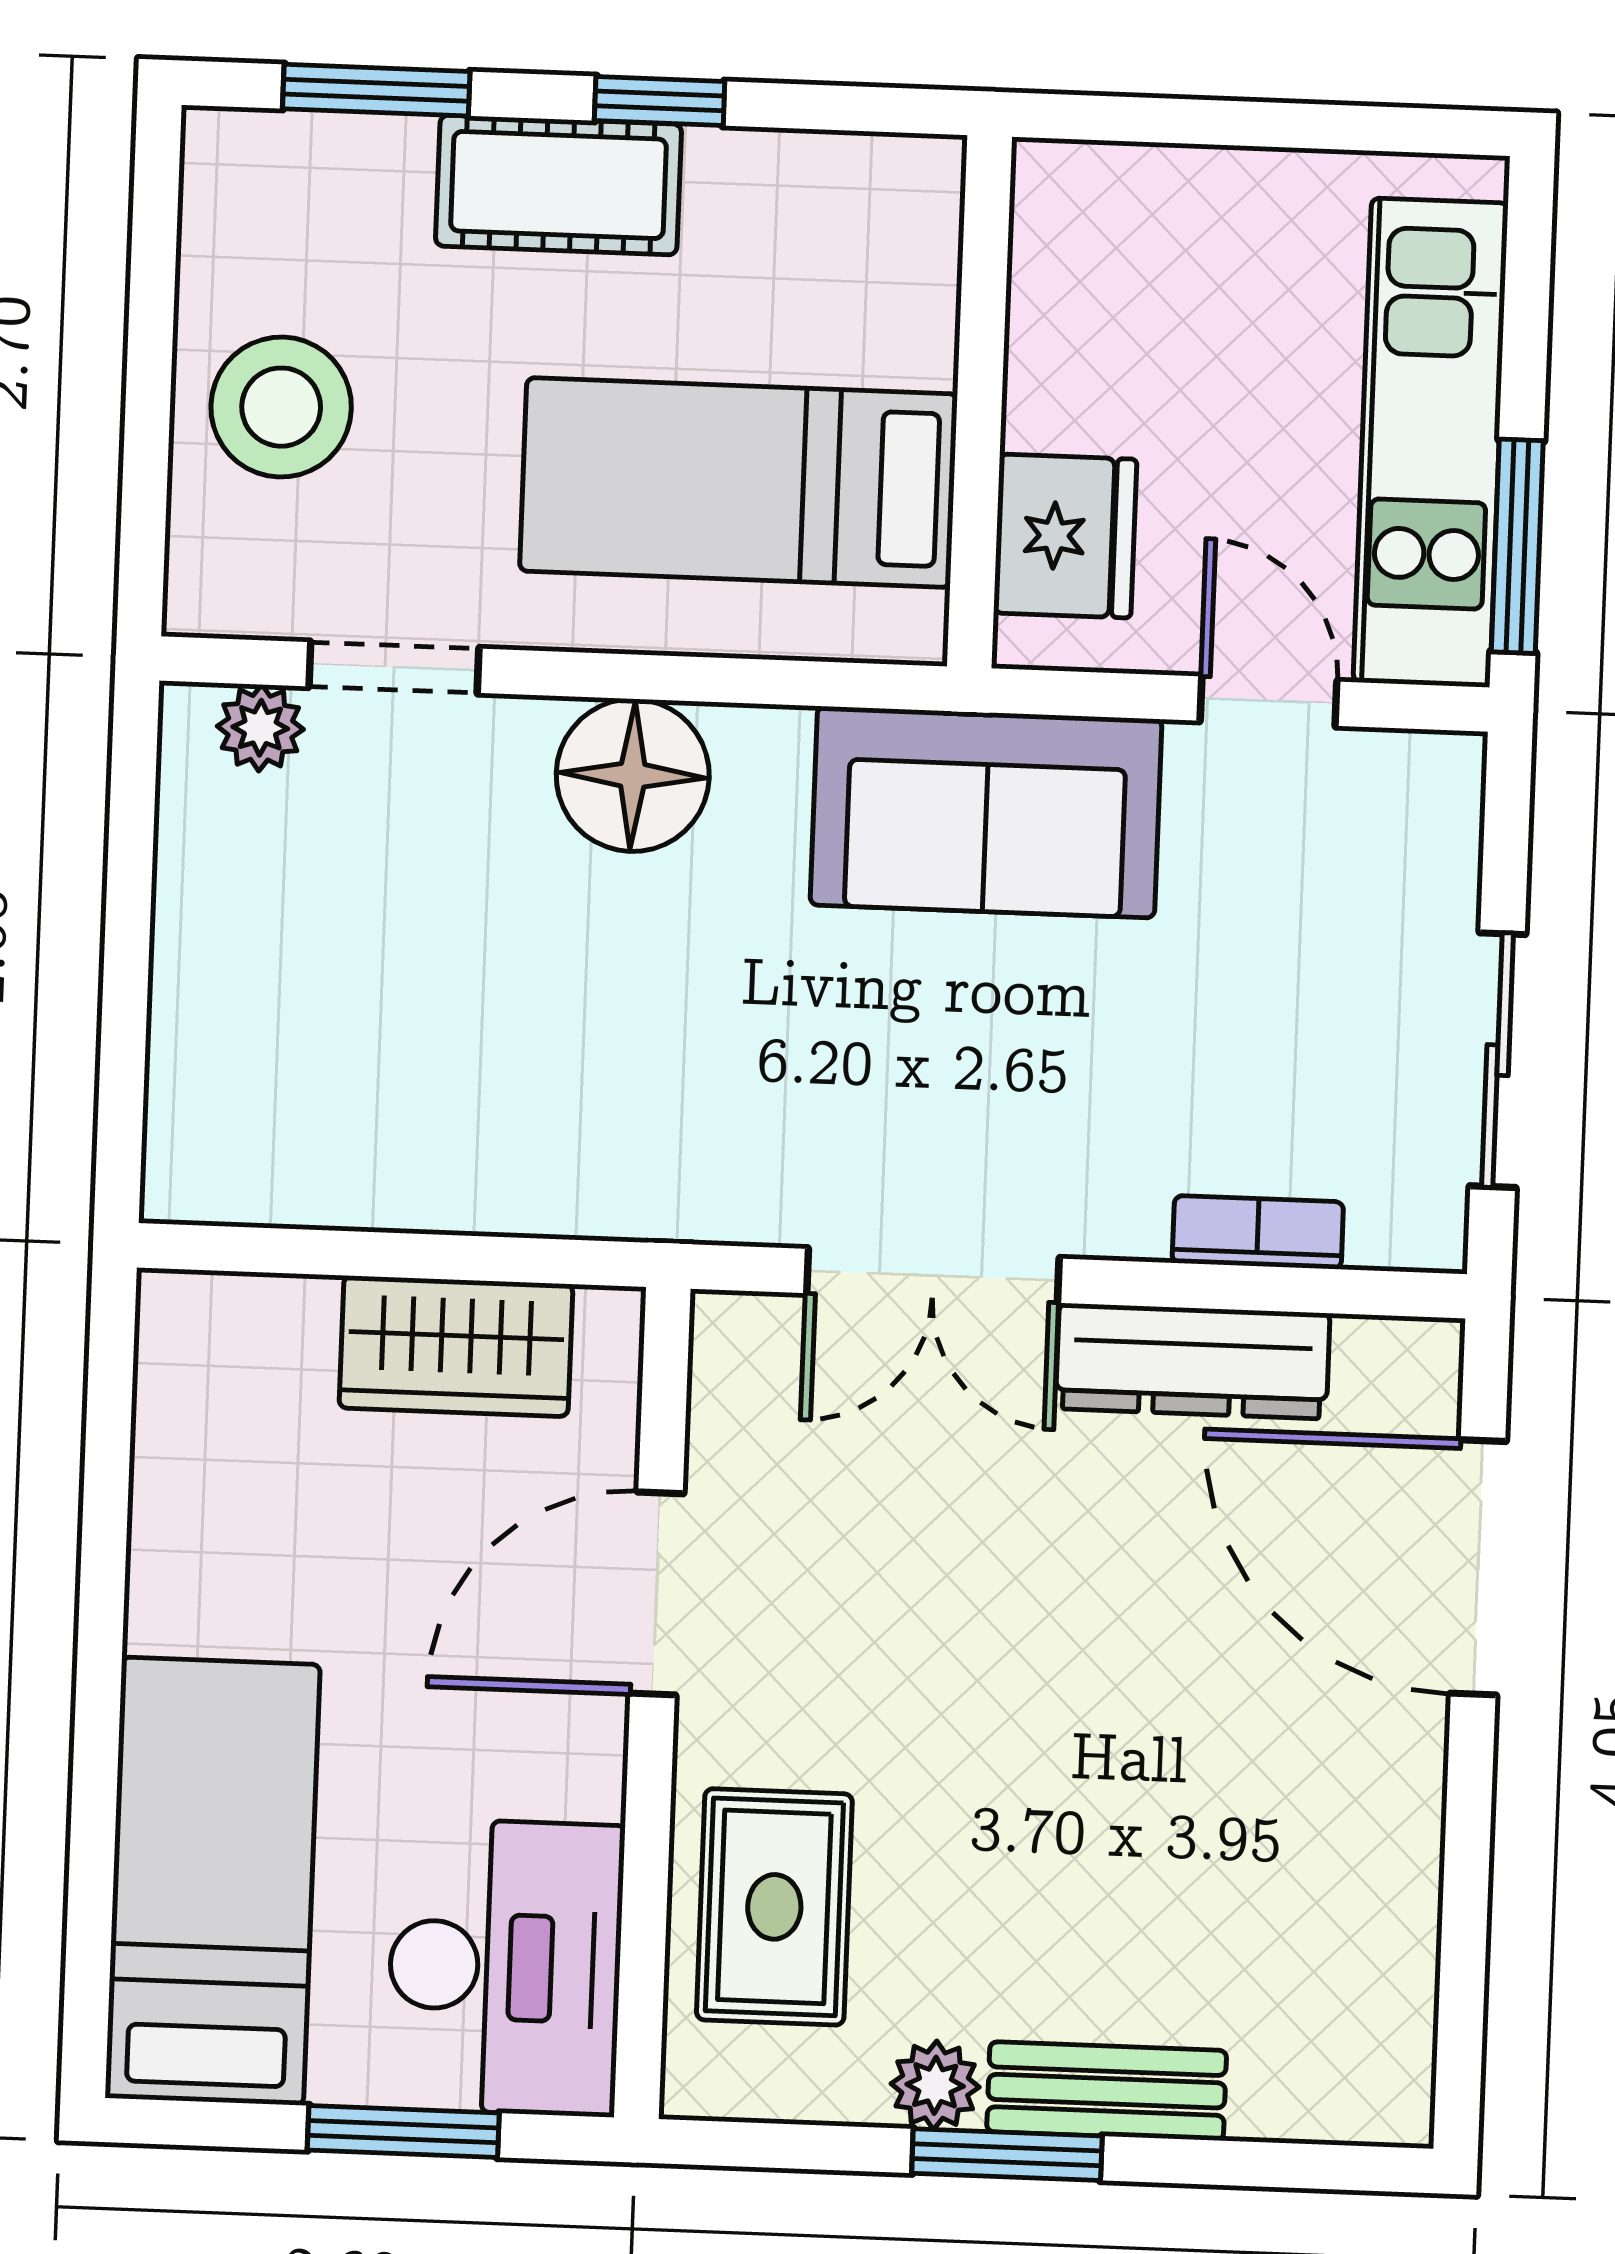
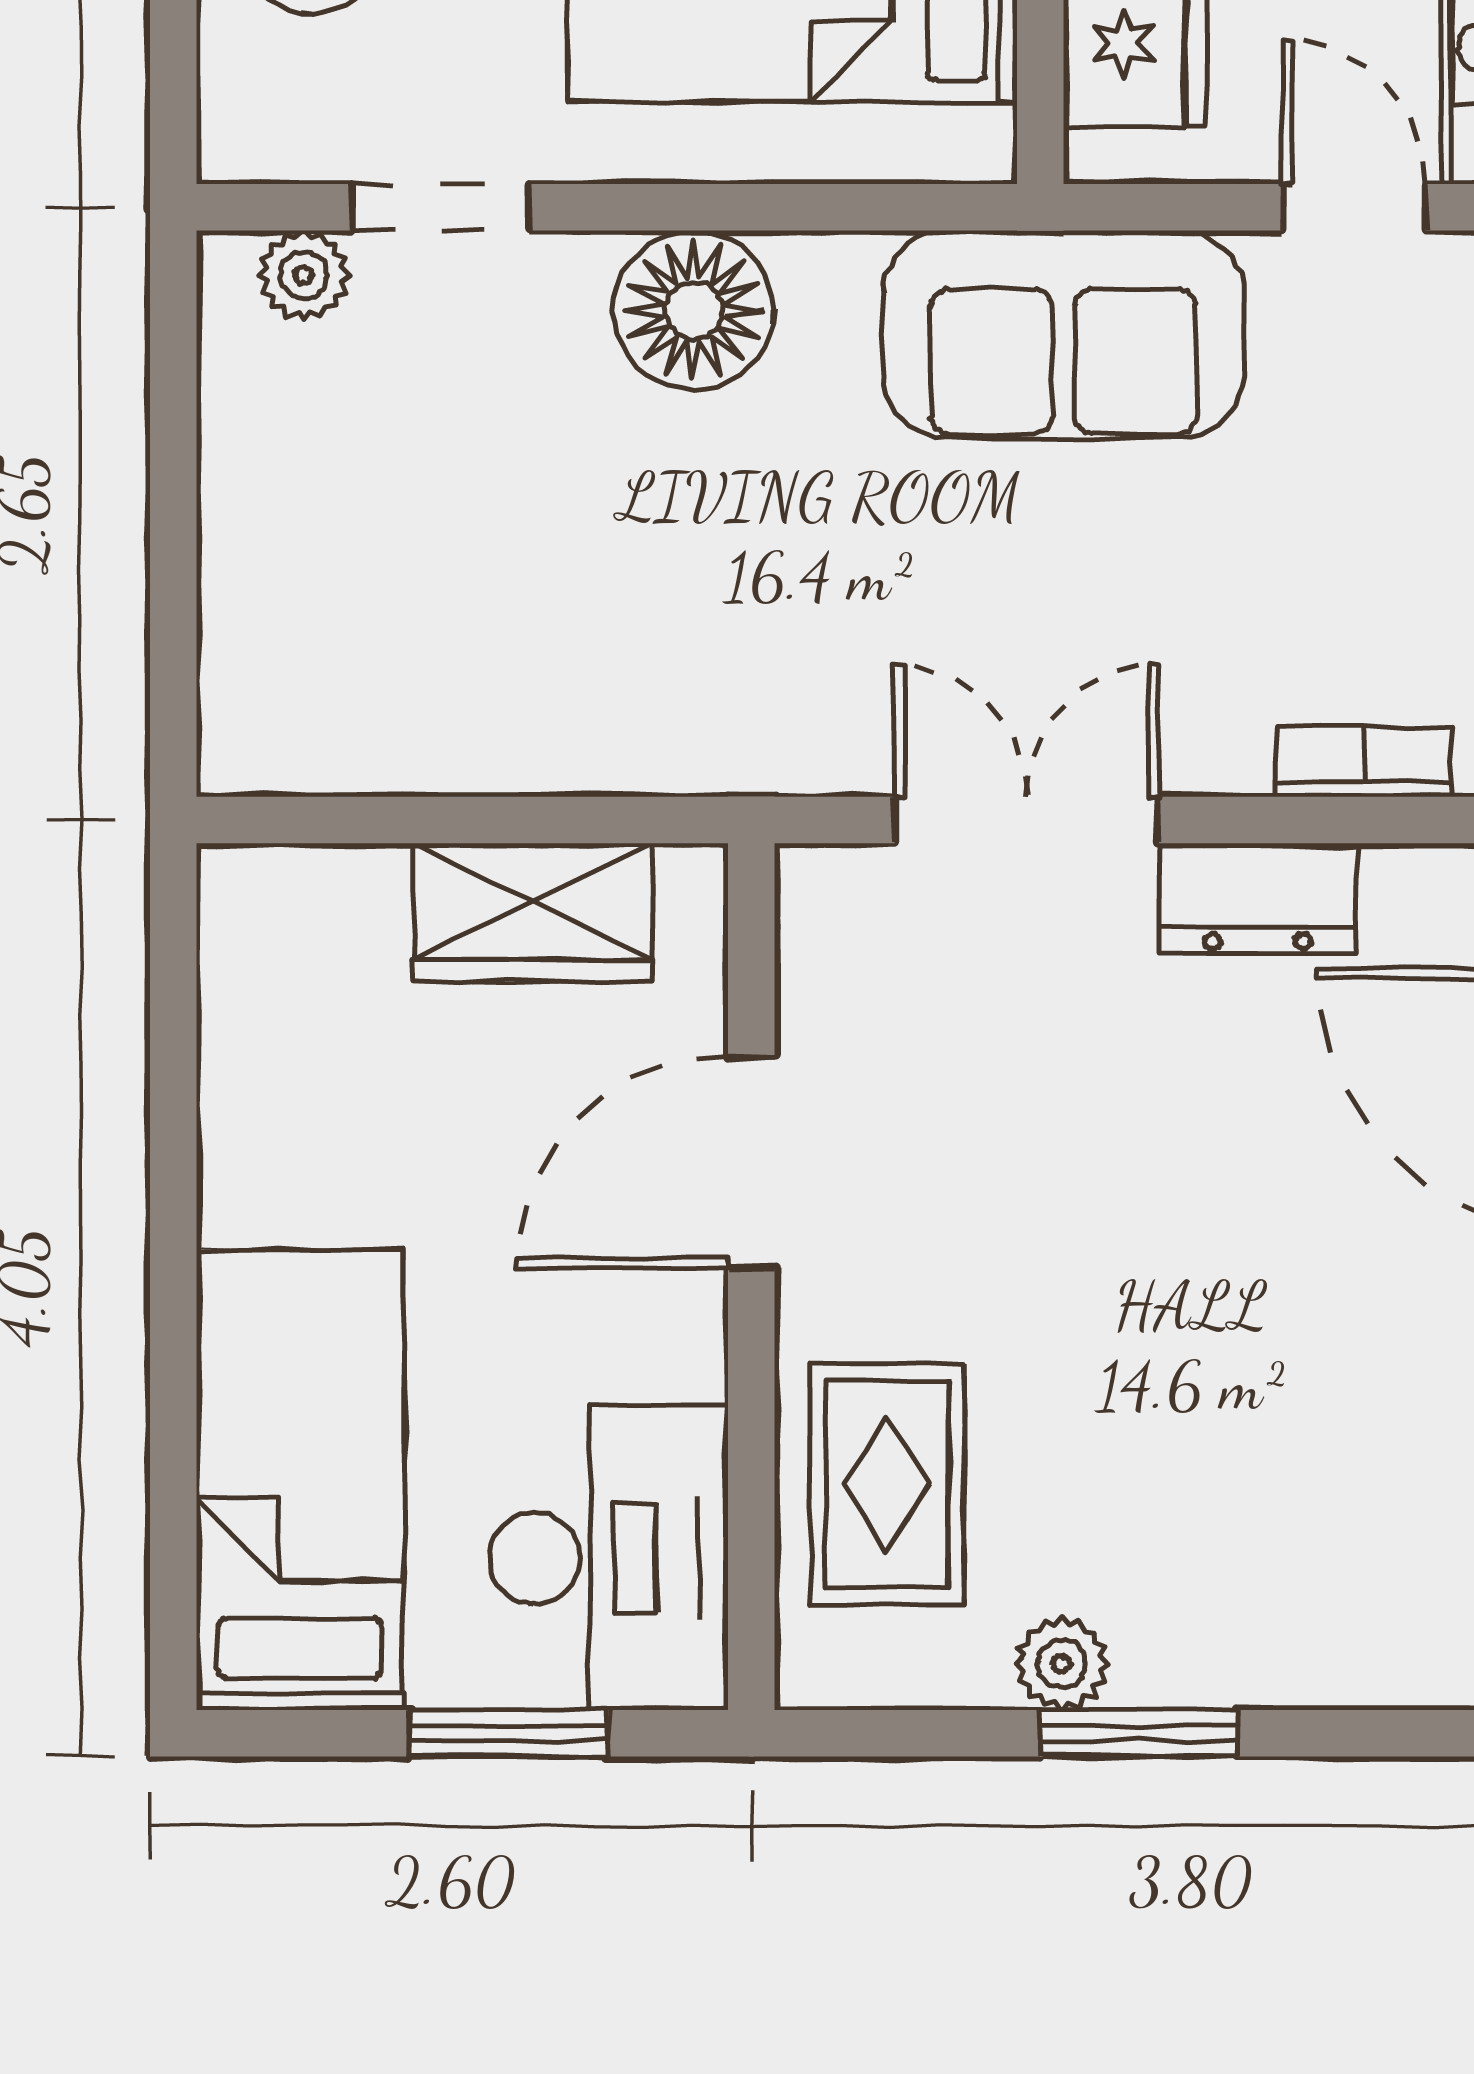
double door: (933, 1276) -> (1027, 820), swing flipped
dresser: (1193, 1361) -> (1258, 898), width x0.70
bench: (1107, 2091) -> (1241, 1663), removed

